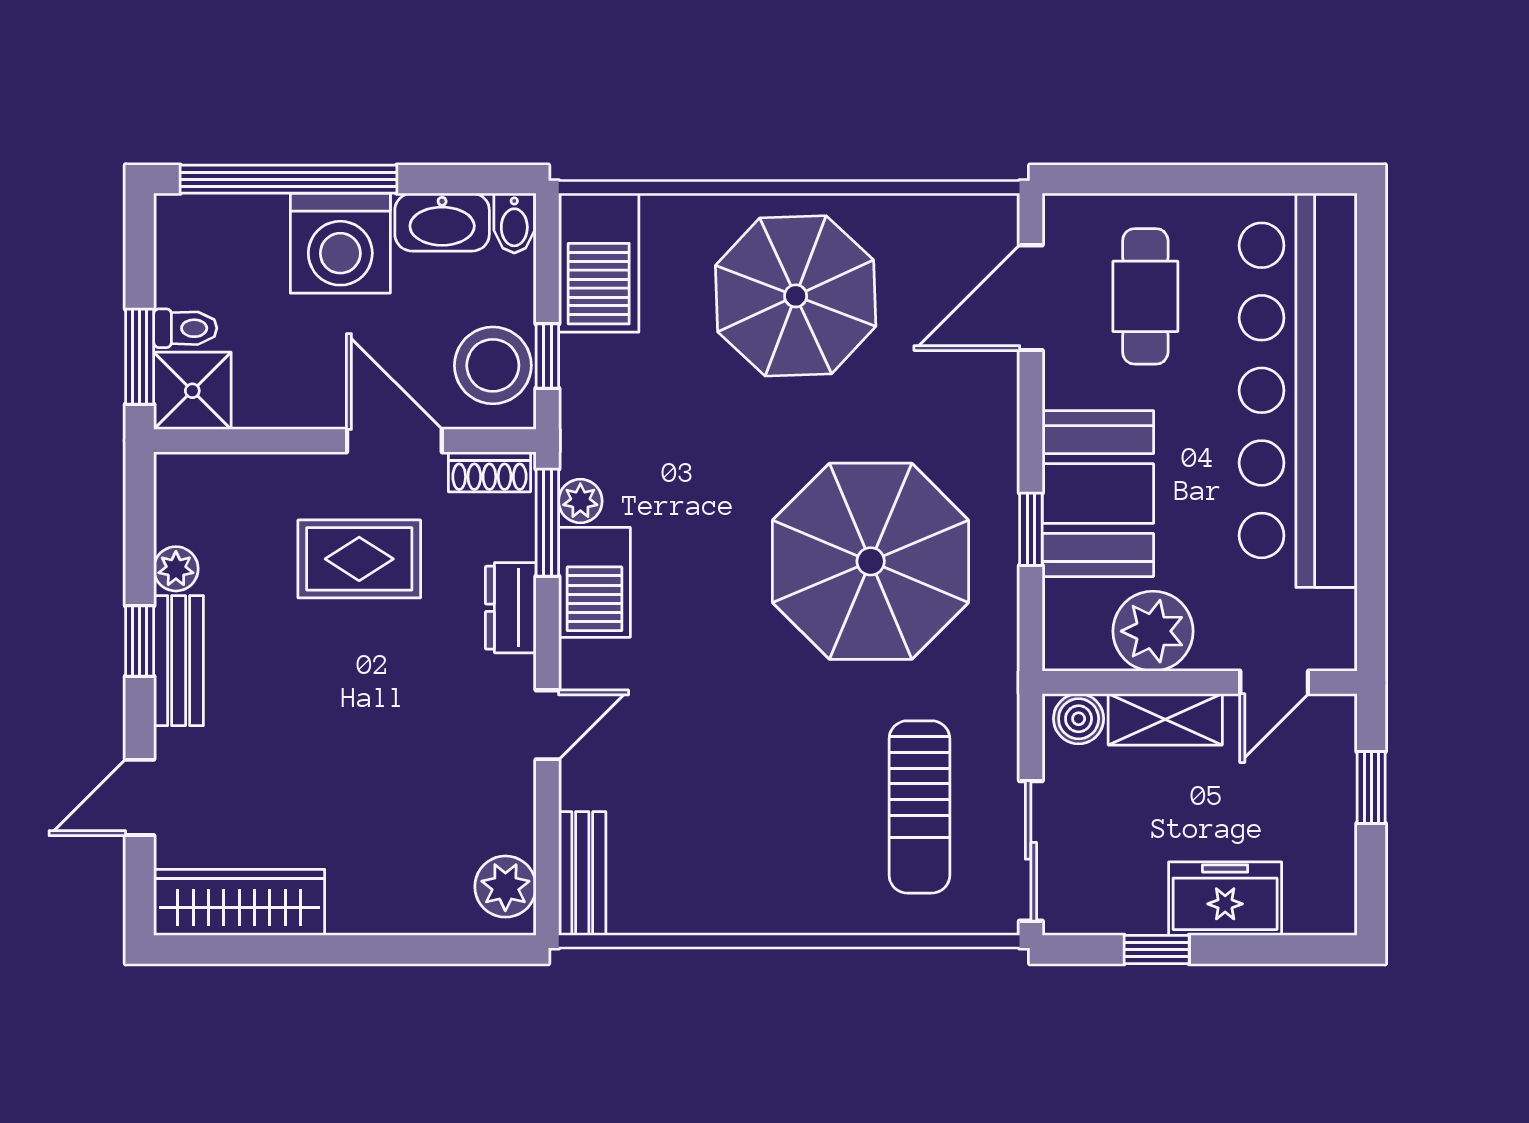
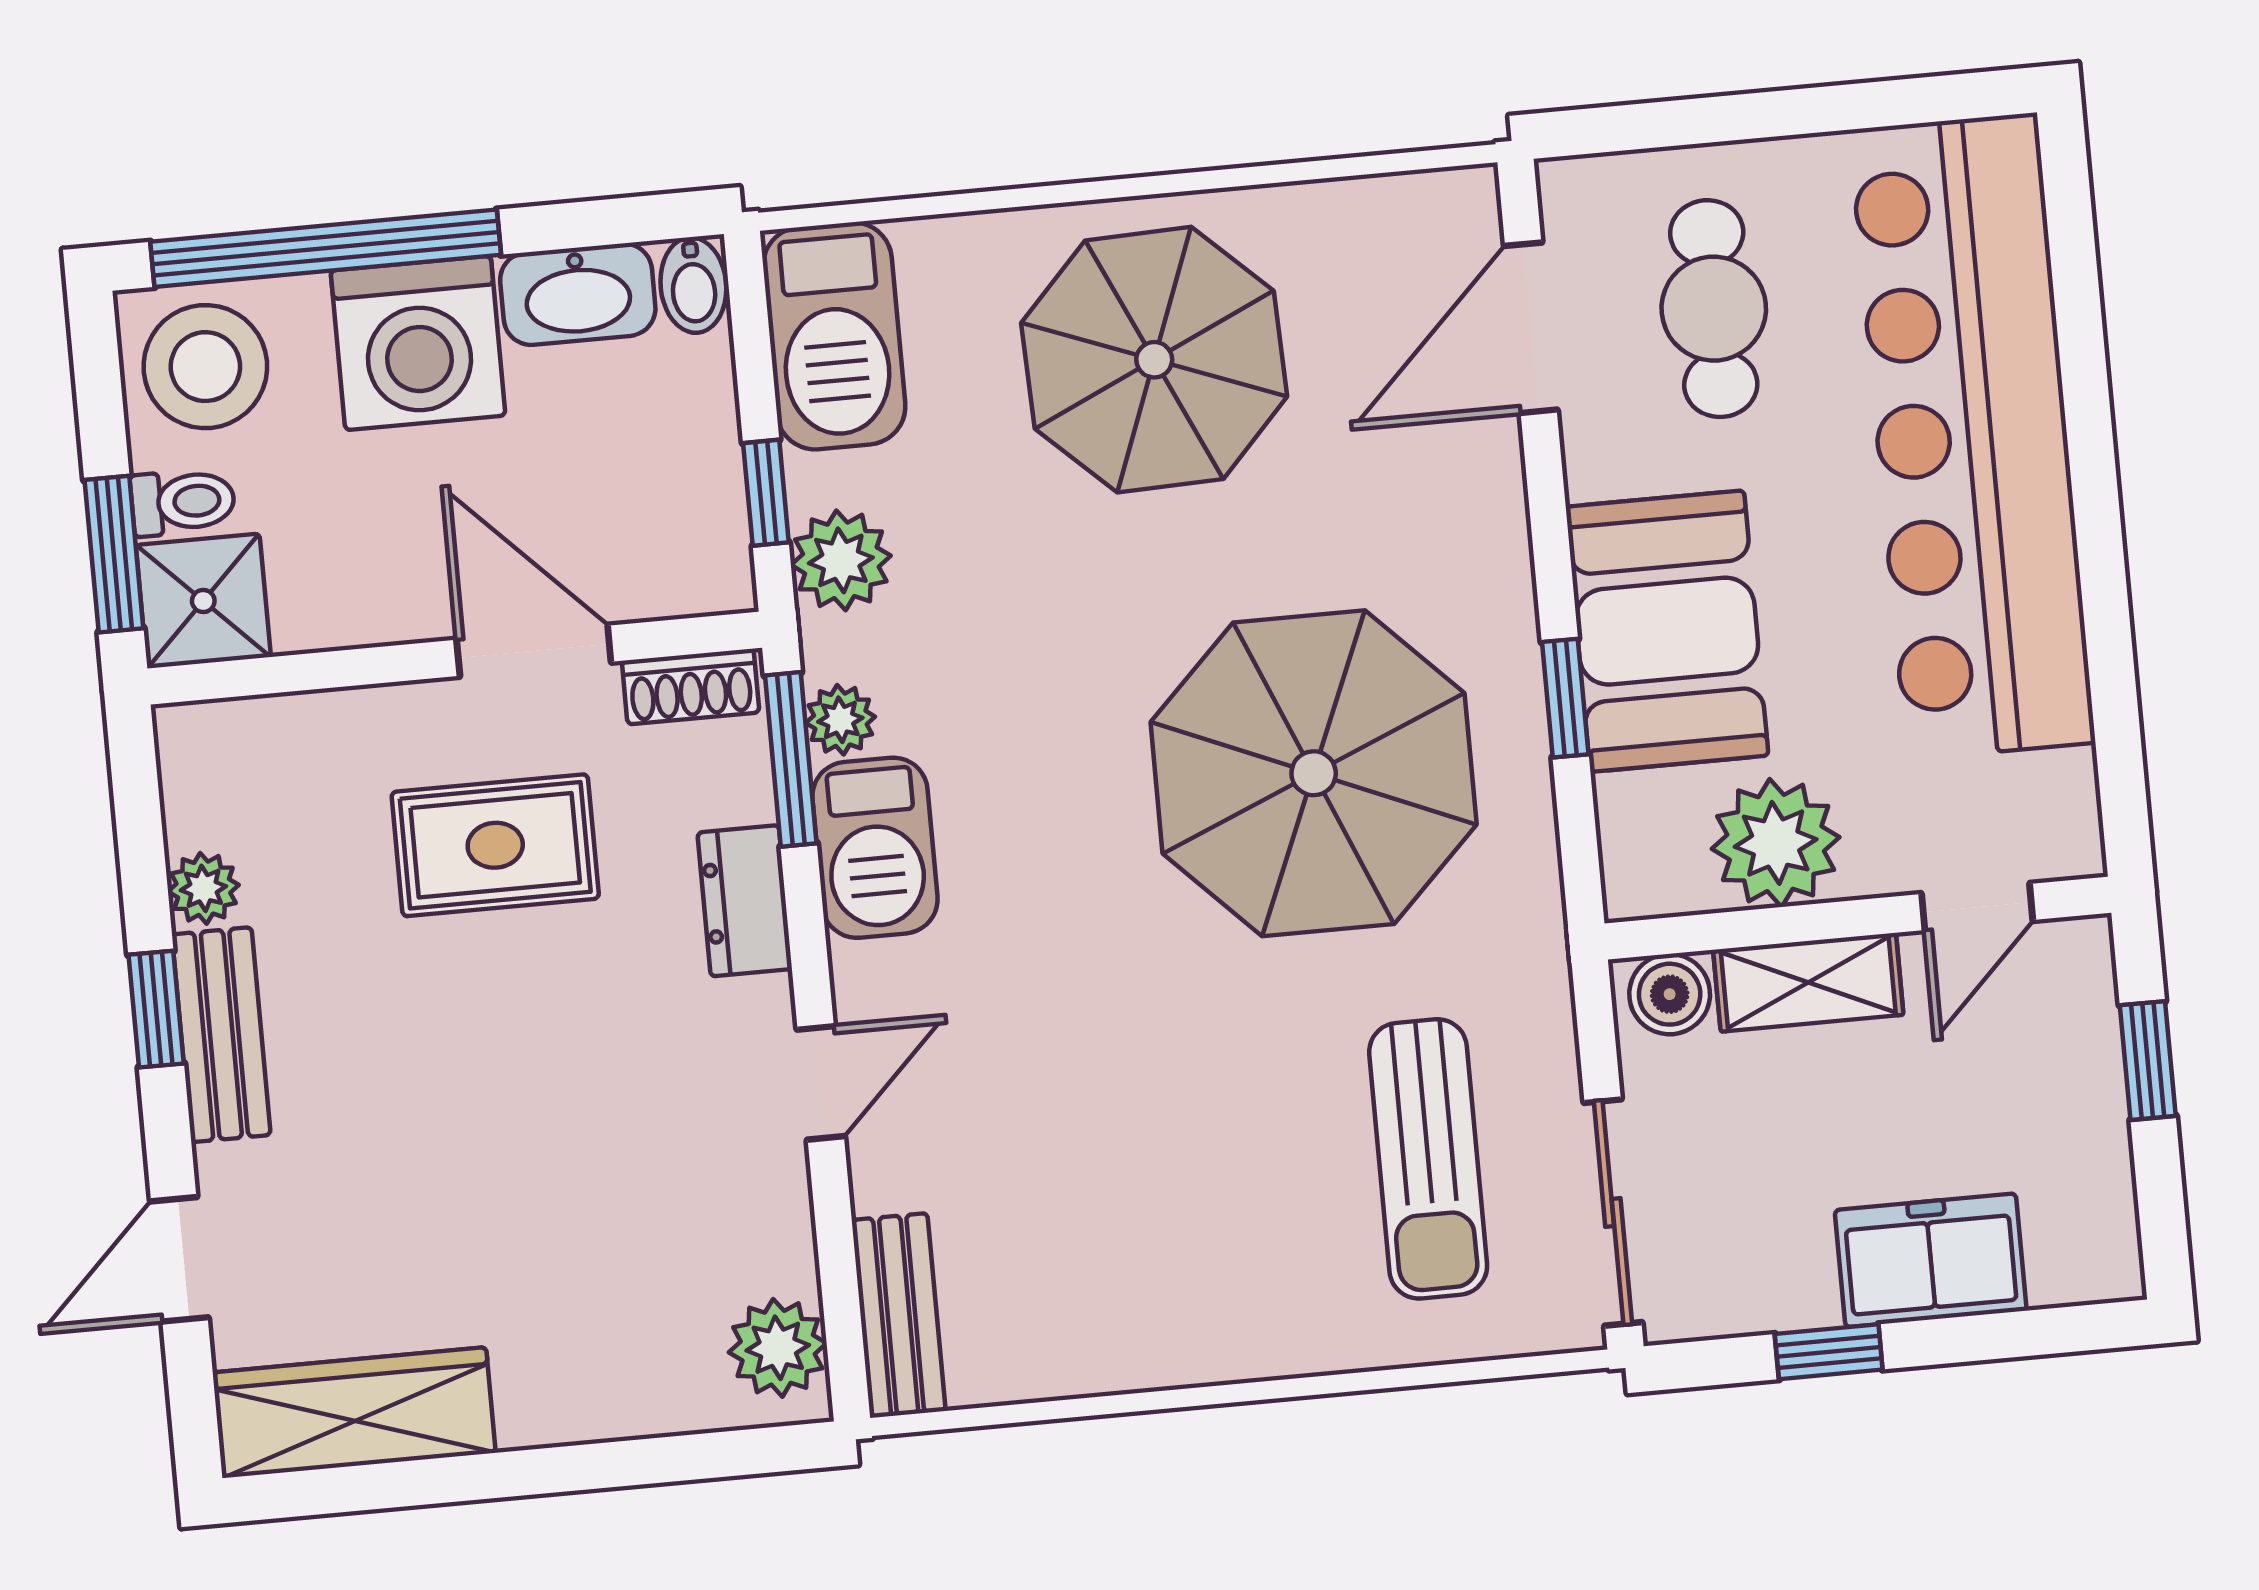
stool: (493, 365) -> (205, 367), moved
plant: (590, 402) -> (841, 560), added

